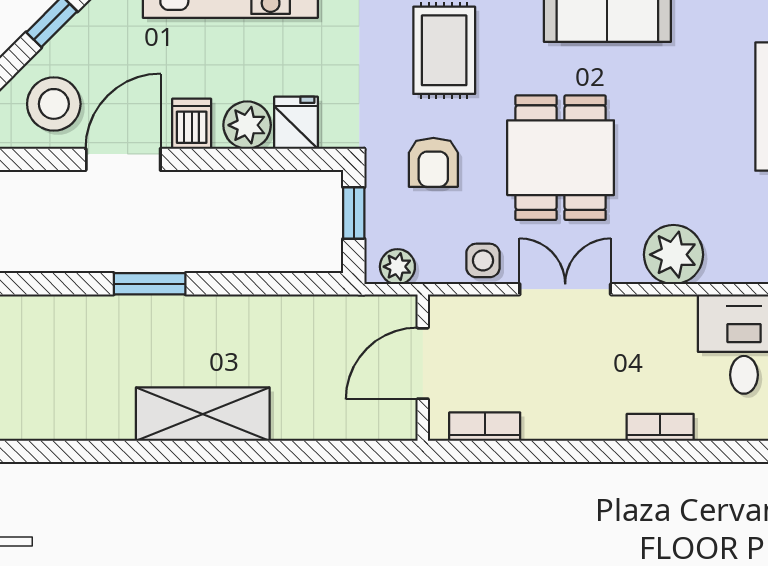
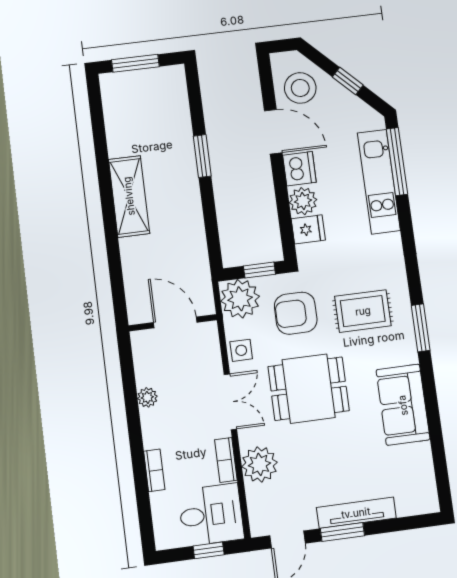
dishwasher: (192, 124) -> (299, 169), width x1.38
armchair: (433, 162) -> (296, 313), width x1.38, depth x1.38
plant: (397, 267) -> (240, 299), width x1.87, depth x1.87
plant: (540, 424) -> (147, 397), added
bookcase: (485, 427) -> (226, 460), moved, turned 180

